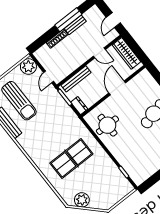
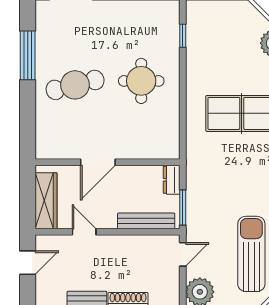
round table: (107, 125) -> (141, 81), moved

